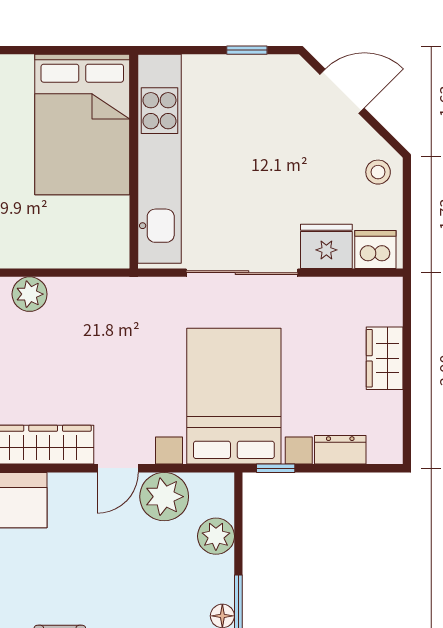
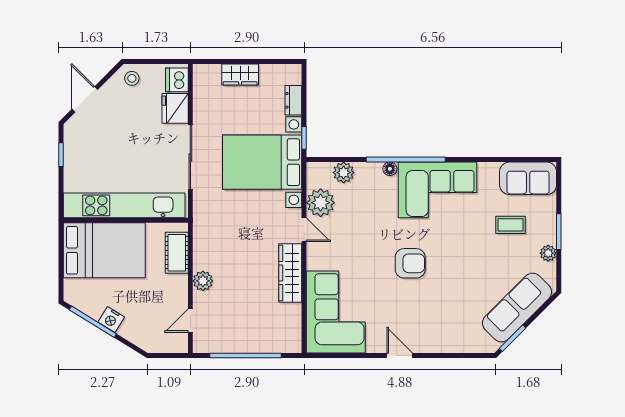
cot: (78, 249) -> (177, 253), added

